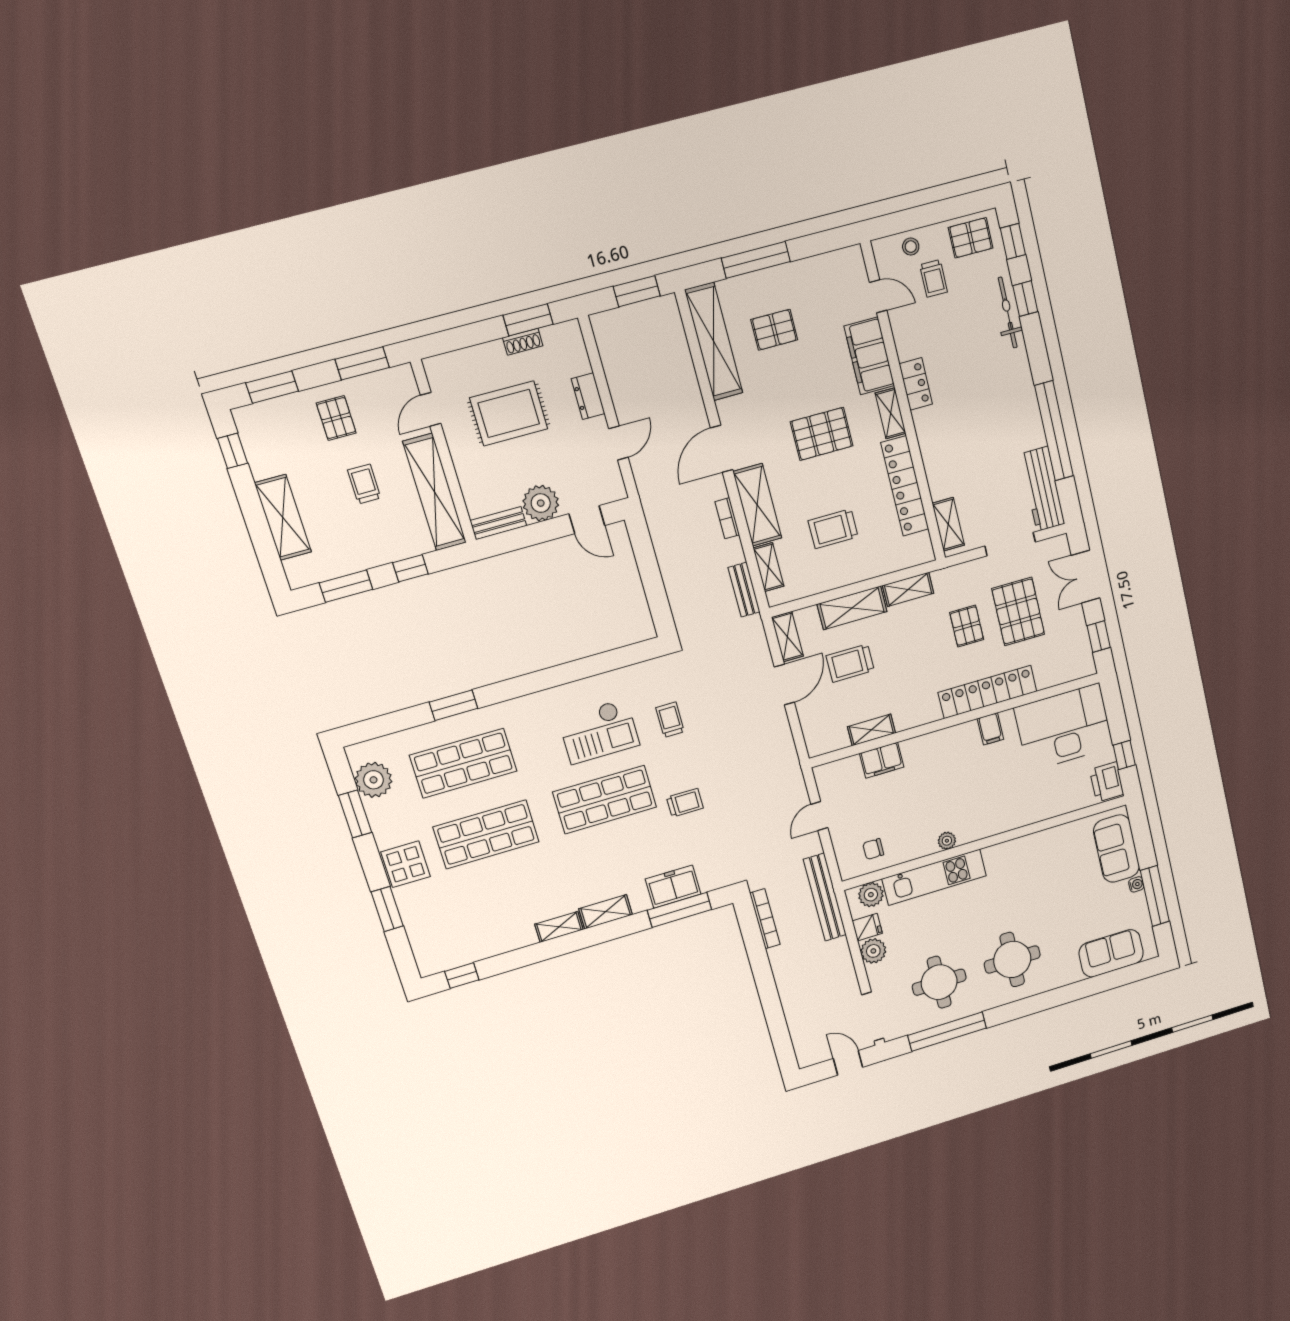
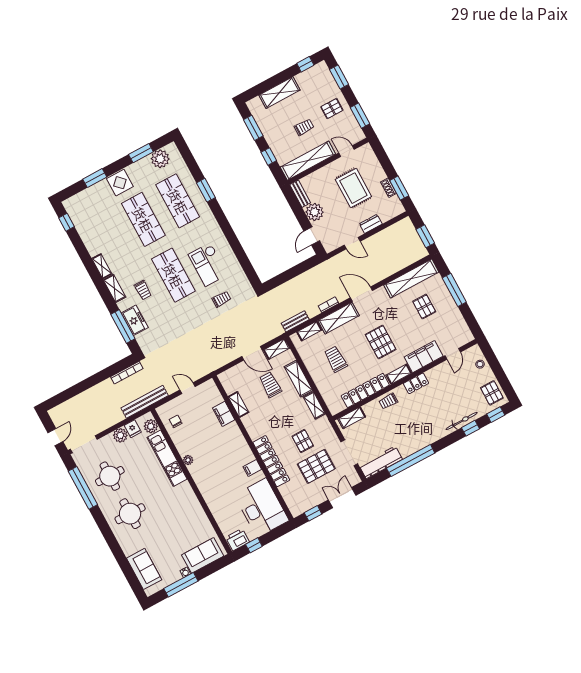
trolley: (934, 278) -> (388, 401), moved
pallet: (967, 626) -> (303, 441), turned 90
trolley: (685, 803) -> (143, 290), moved

